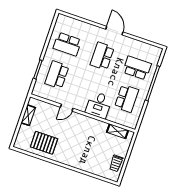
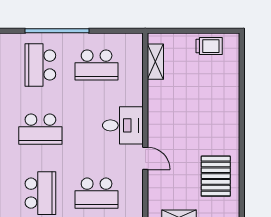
school desk: (127, 99) -> (97, 65), turned 180
desk: (99, 105) -> (123, 125), moved

